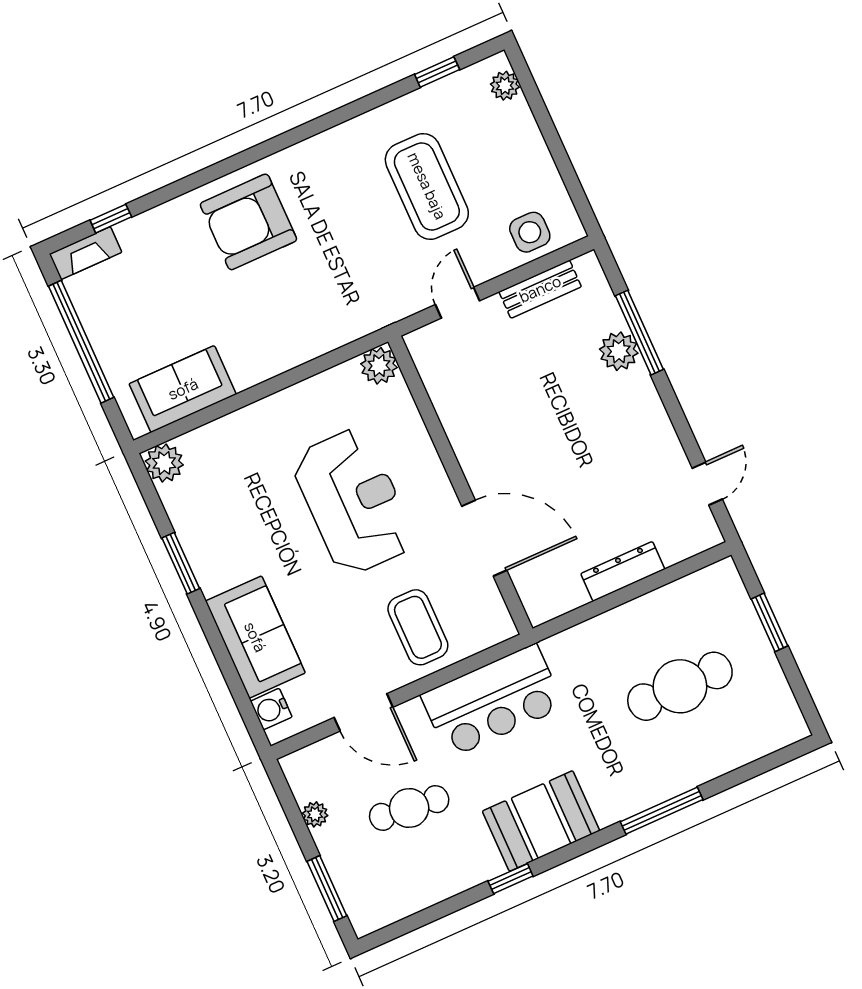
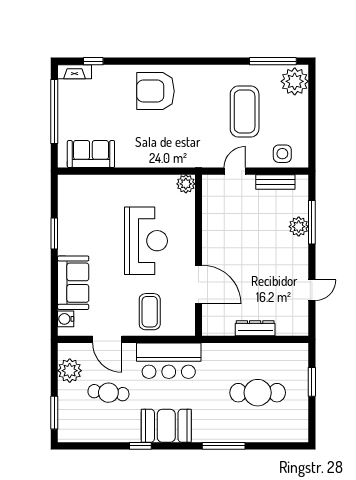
window: (437, 72) -> (273, 61), width x2.17
plant: (505, 86) -> (295, 81), width x1.88, depth x1.88
plant: (164, 463) -> (67, 184), removed
door: (707, 484) -> (312, 290), moved
plant: (315, 814) -> (70, 371), width x1.88, depth x1.88

